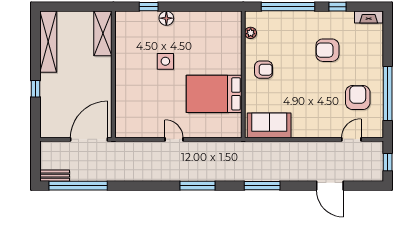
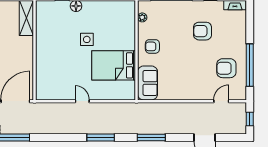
side table: (165, 61) -> (87, 39), moved
armchair: (264, 70) -> (152, 46), turned 180
armchair: (358, 97) -> (226, 68), turned -90
sofa: (269, 125) -> (148, 83), moved, turned 90

